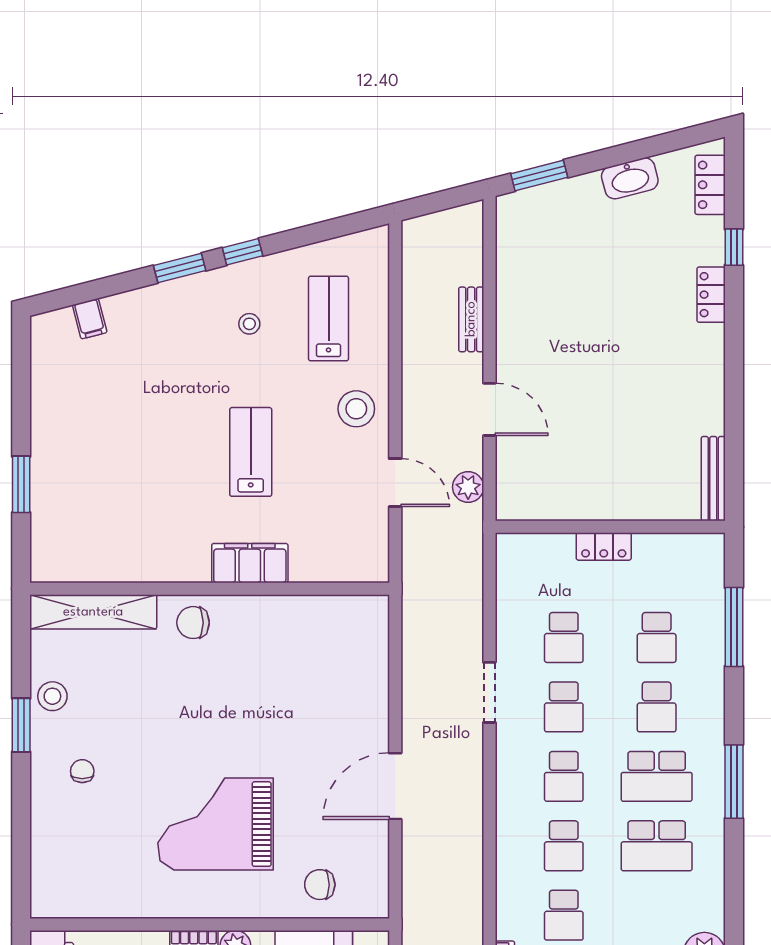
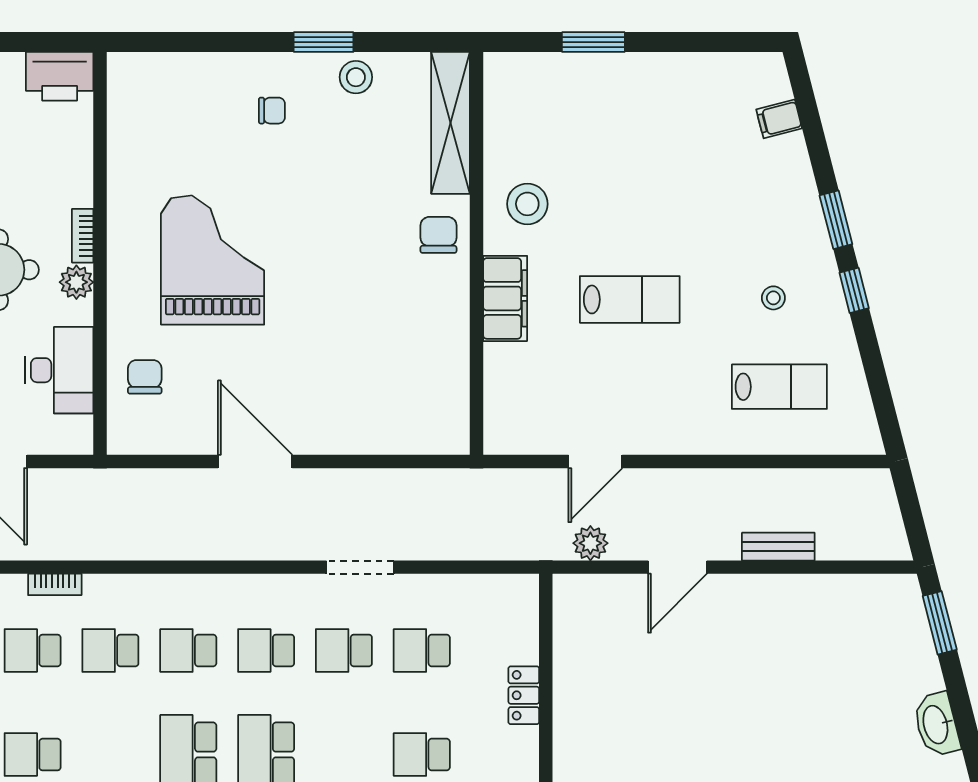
stool: (356, 409) -> (527, 204), moved
school desk: (657, 707) -> (344, 755), removed

